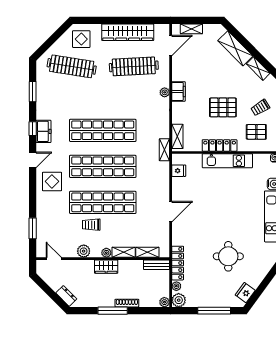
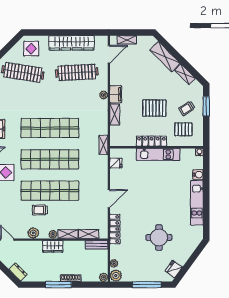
shelving: (177, 136) -> (115, 114), moved
locker: (178, 263) -> (115, 229), moved

